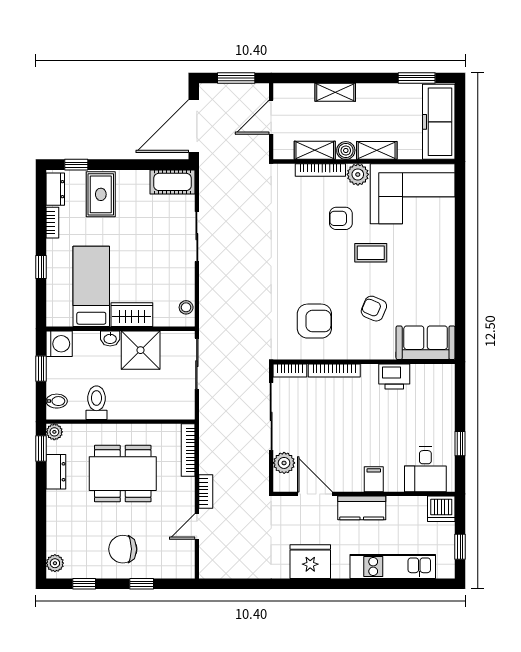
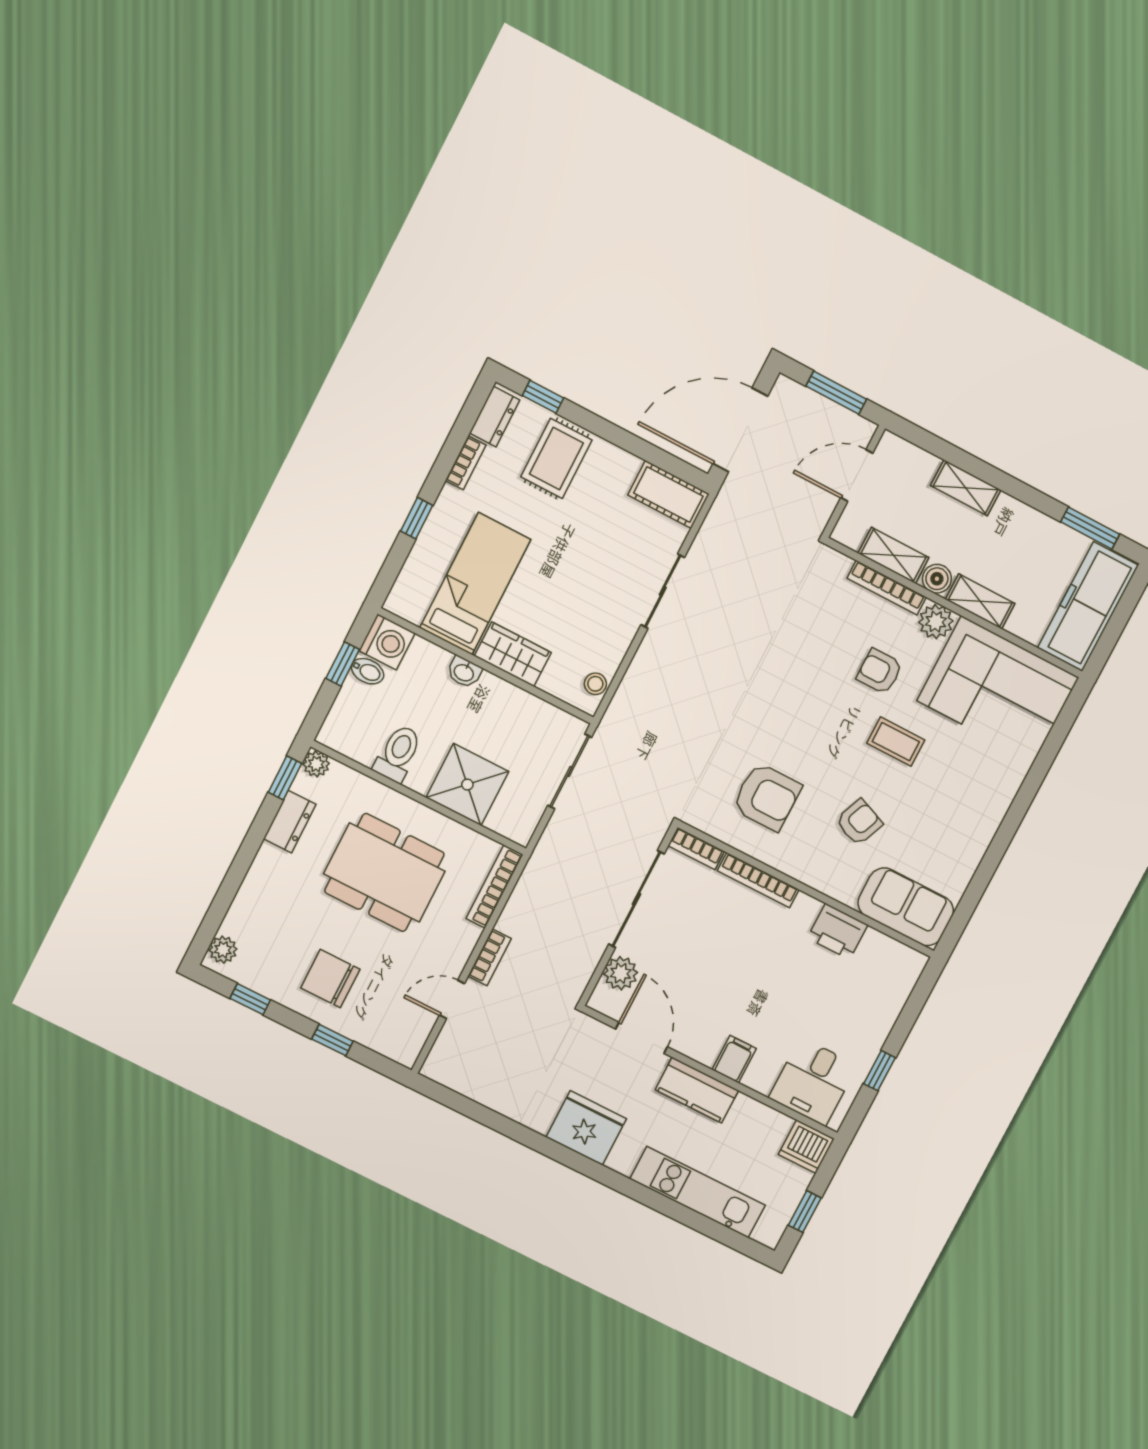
armchair: (374, 309) -> (859, 822), turned 89
shower: (141, 350) -> (467, 785), moved
bidet: (57, 401) -> (368, 671), moved

